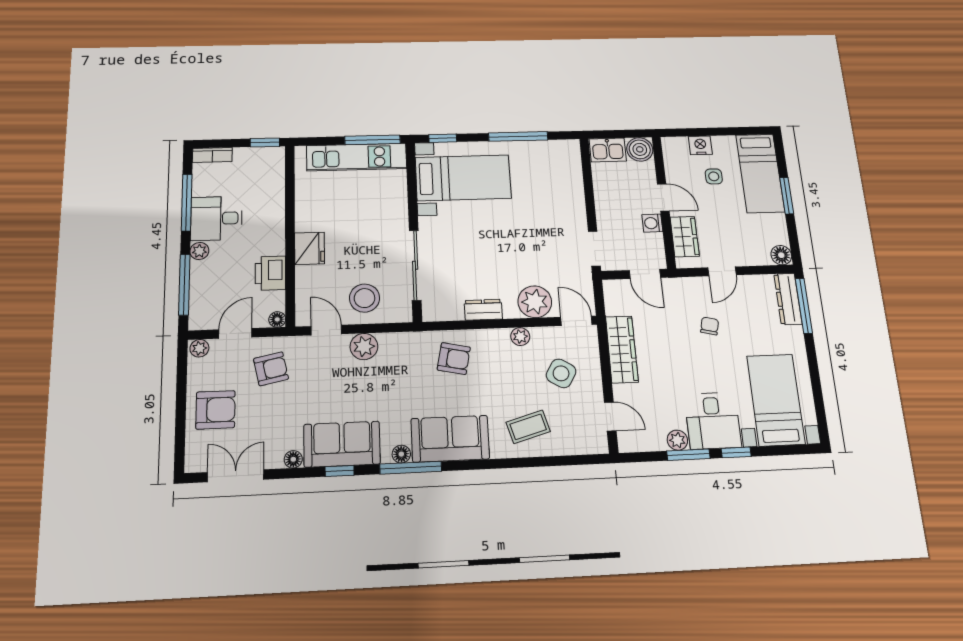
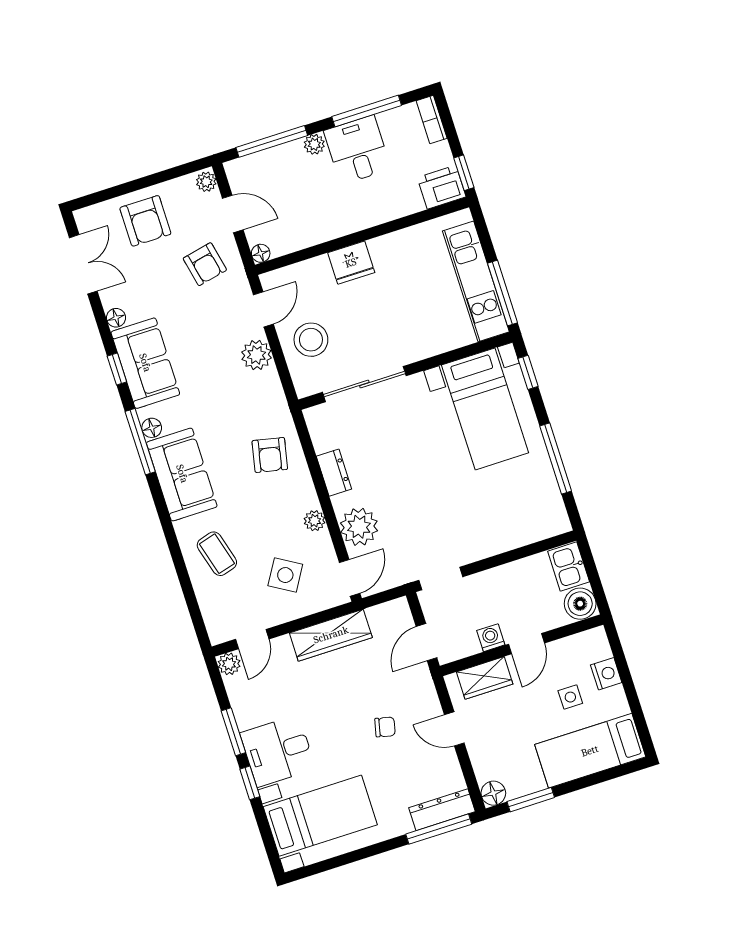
window: (787, 196) -> (531, 800), moved
printer: (270, 273) -> (442, 187), moved
plant: (677, 440) -> (229, 664), moved

